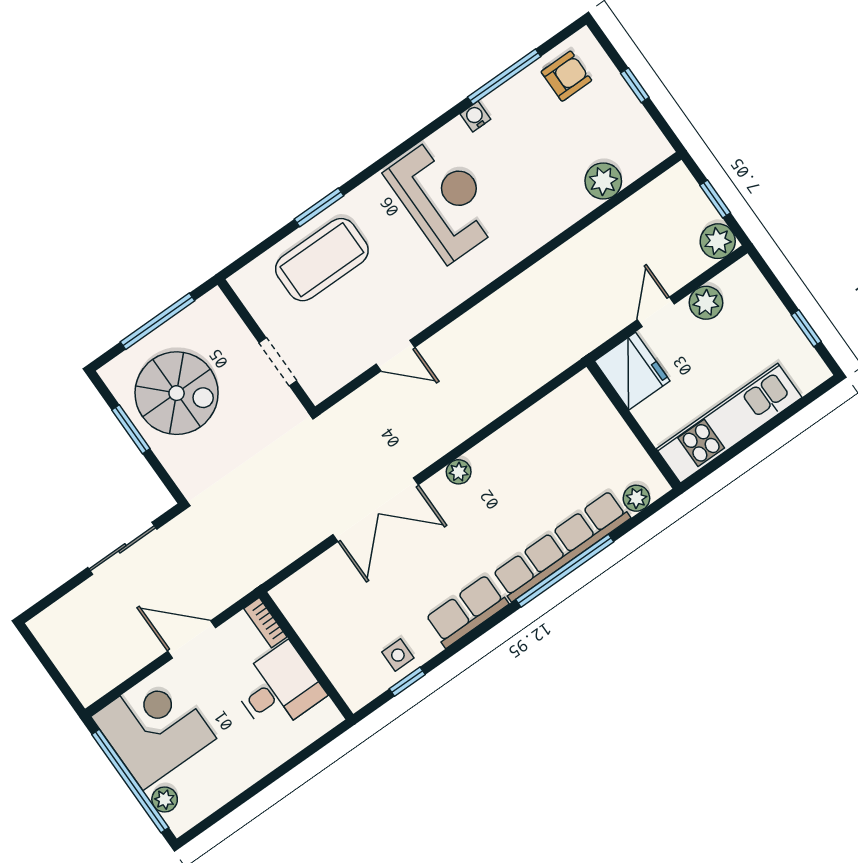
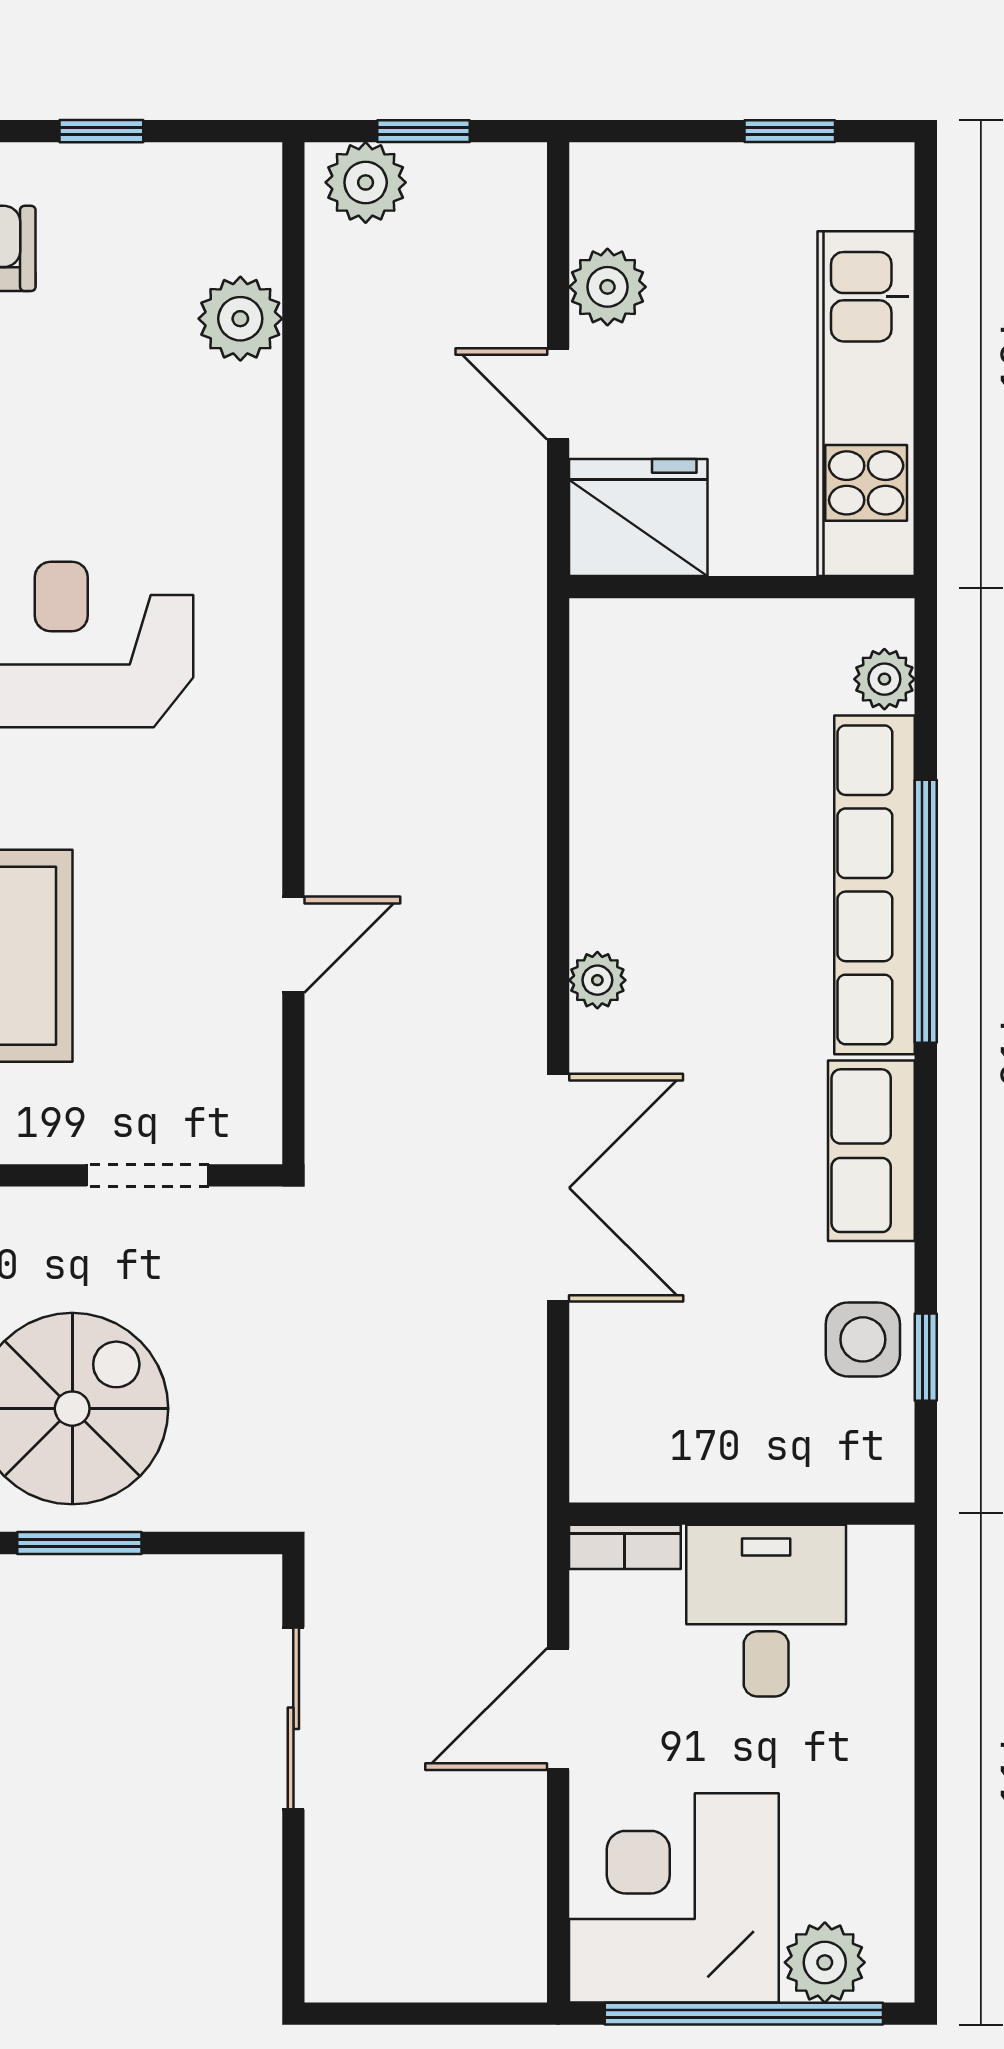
plant: (718, 241) -> (366, 182), moved
side table: (398, 655) -> (863, 1339), width x1.37, depth x1.37
plant: (165, 800) -> (825, 1962), width x1.38, depth x1.38

